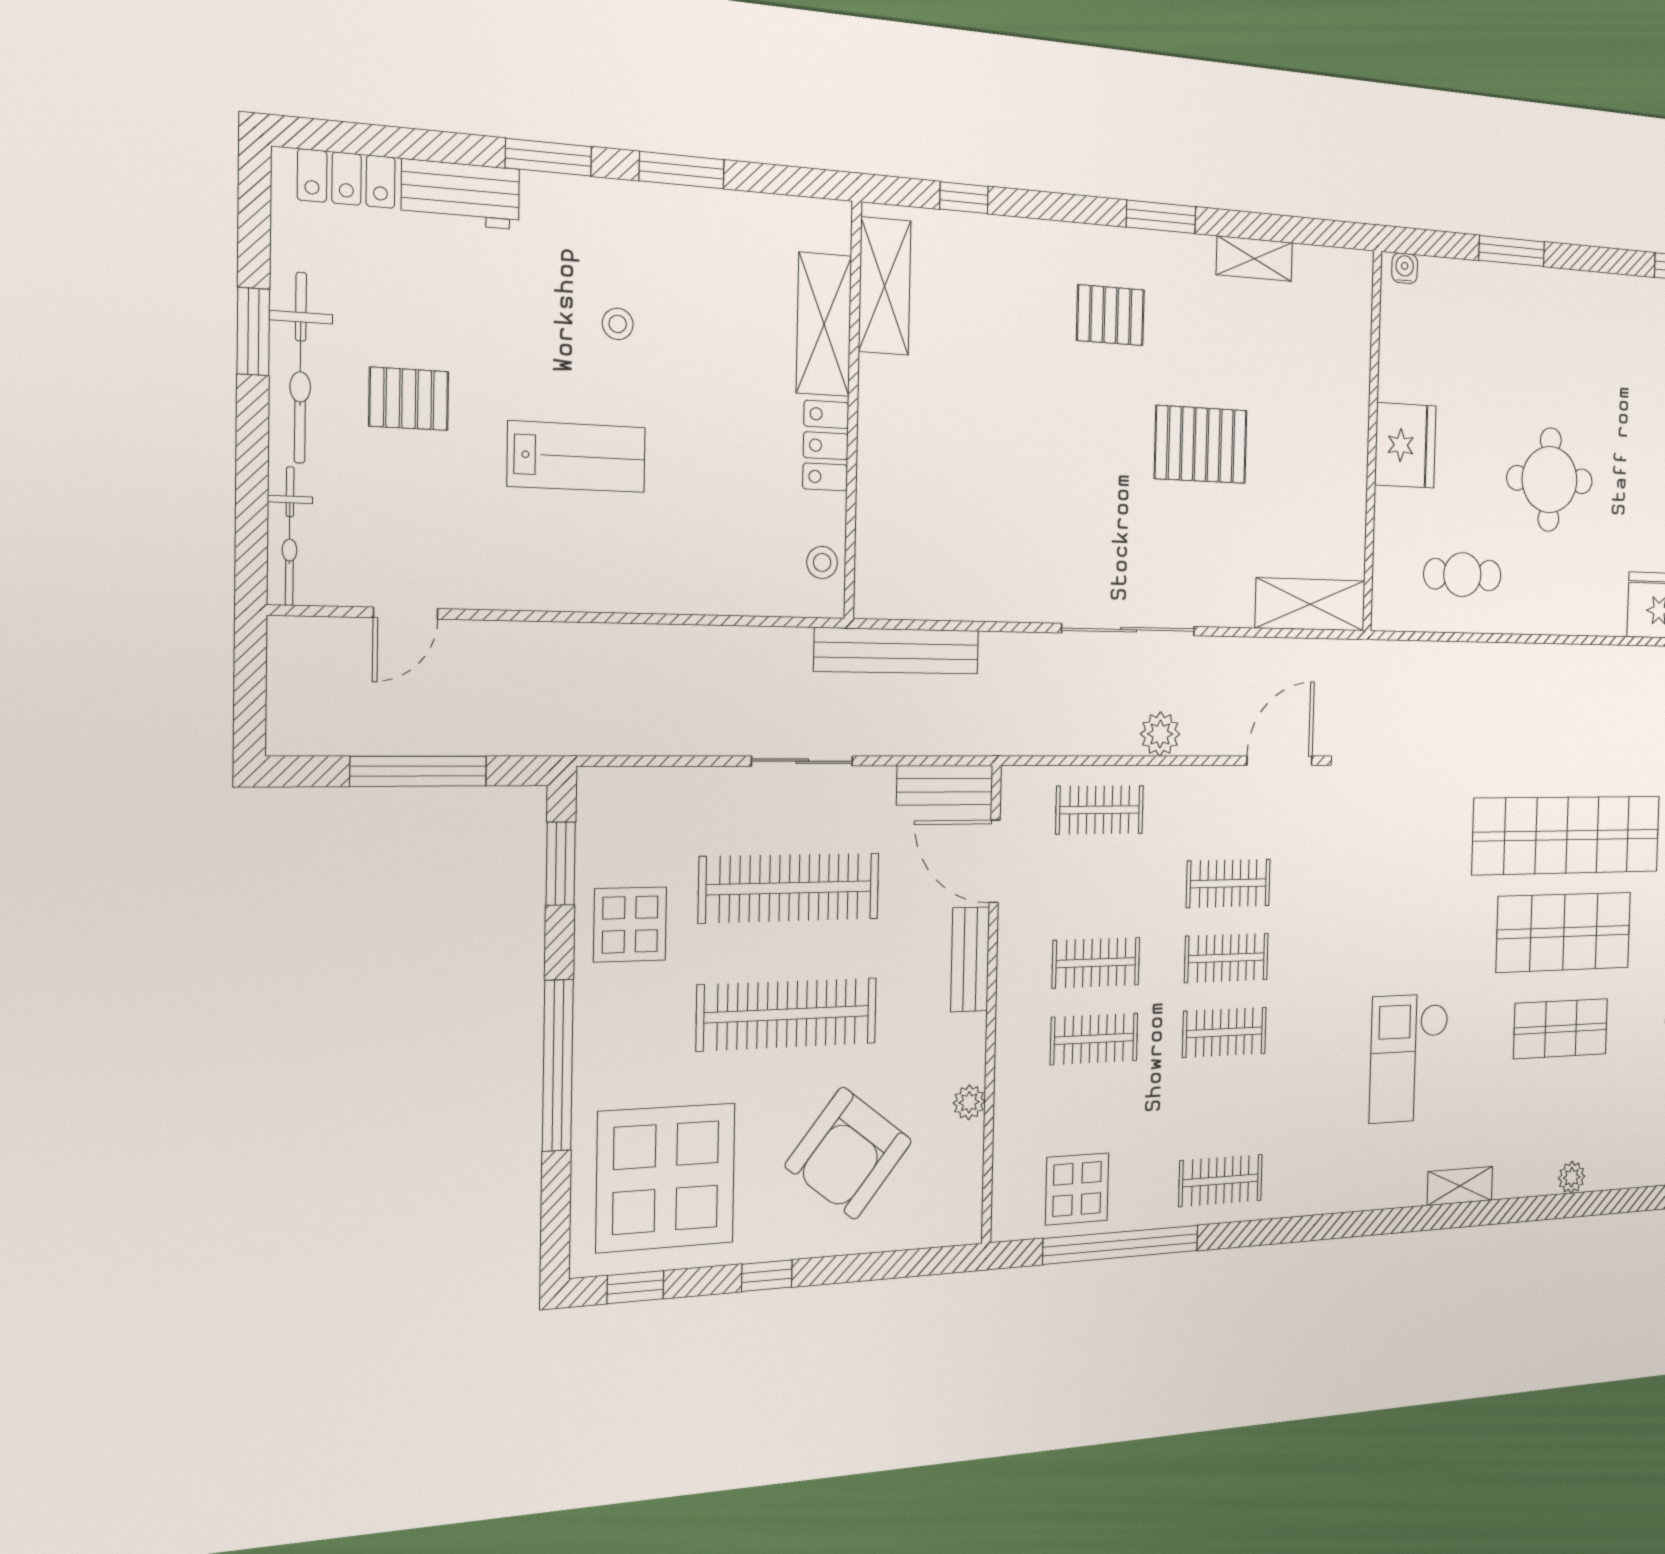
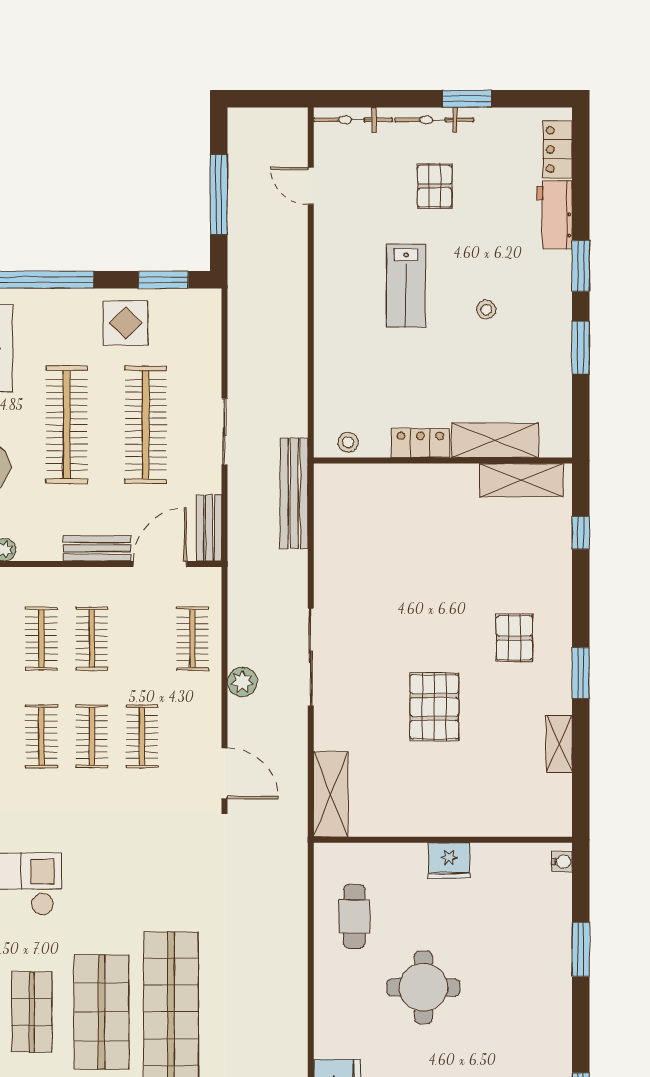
bicycle: (300, 368) -> (434, 120), width x0.73, depth x0.71
fridge: (1405, 445) -> (449, 860), width x0.73, depth x0.75

